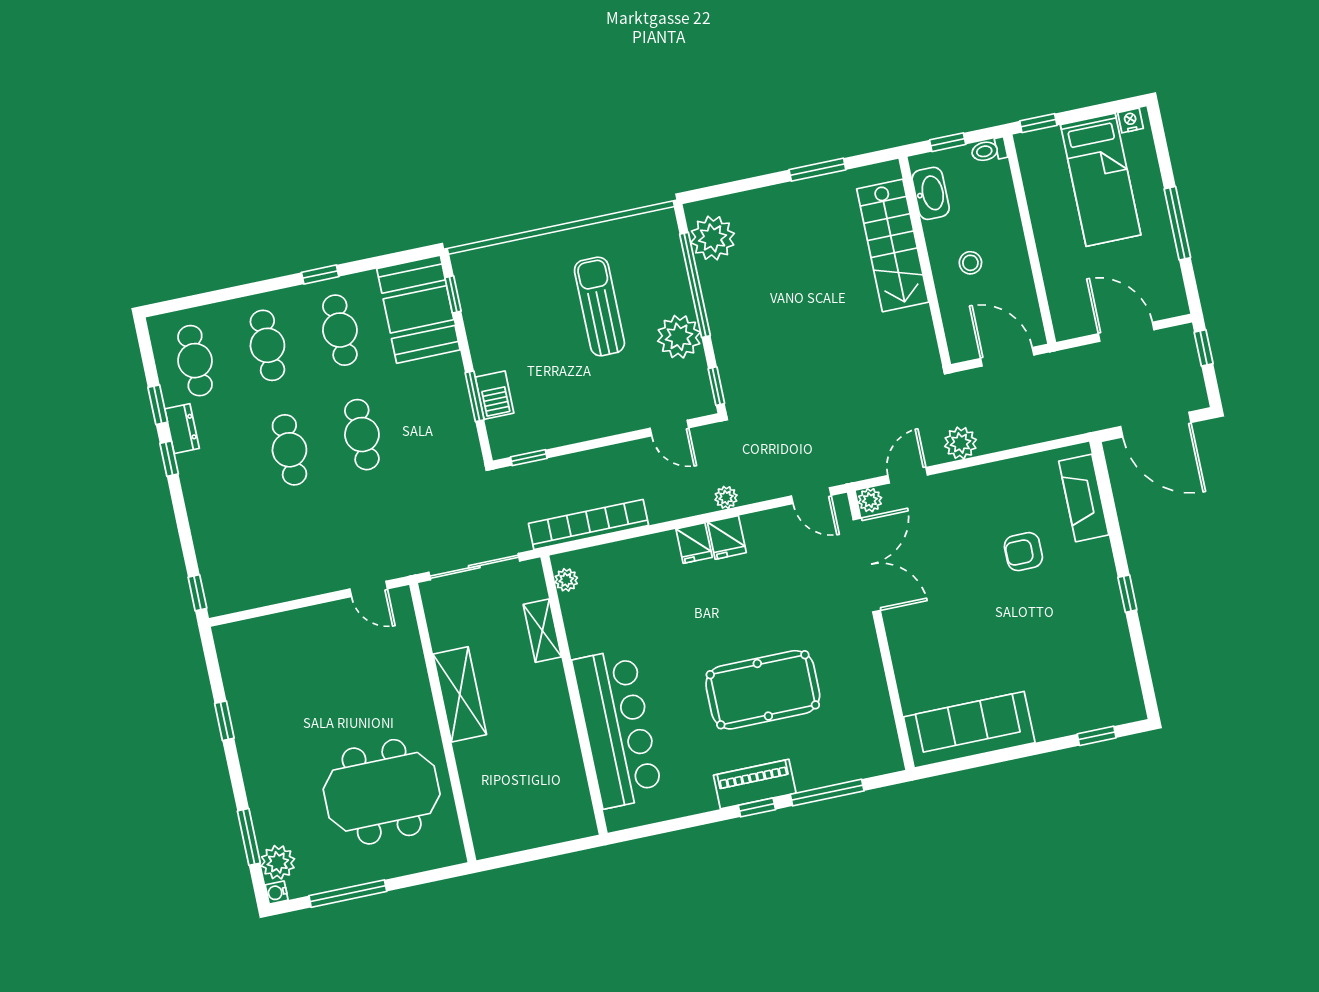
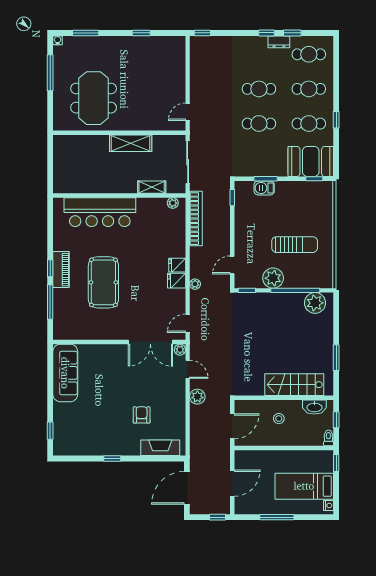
plant: (278, 862) -> (71, 44), removed

